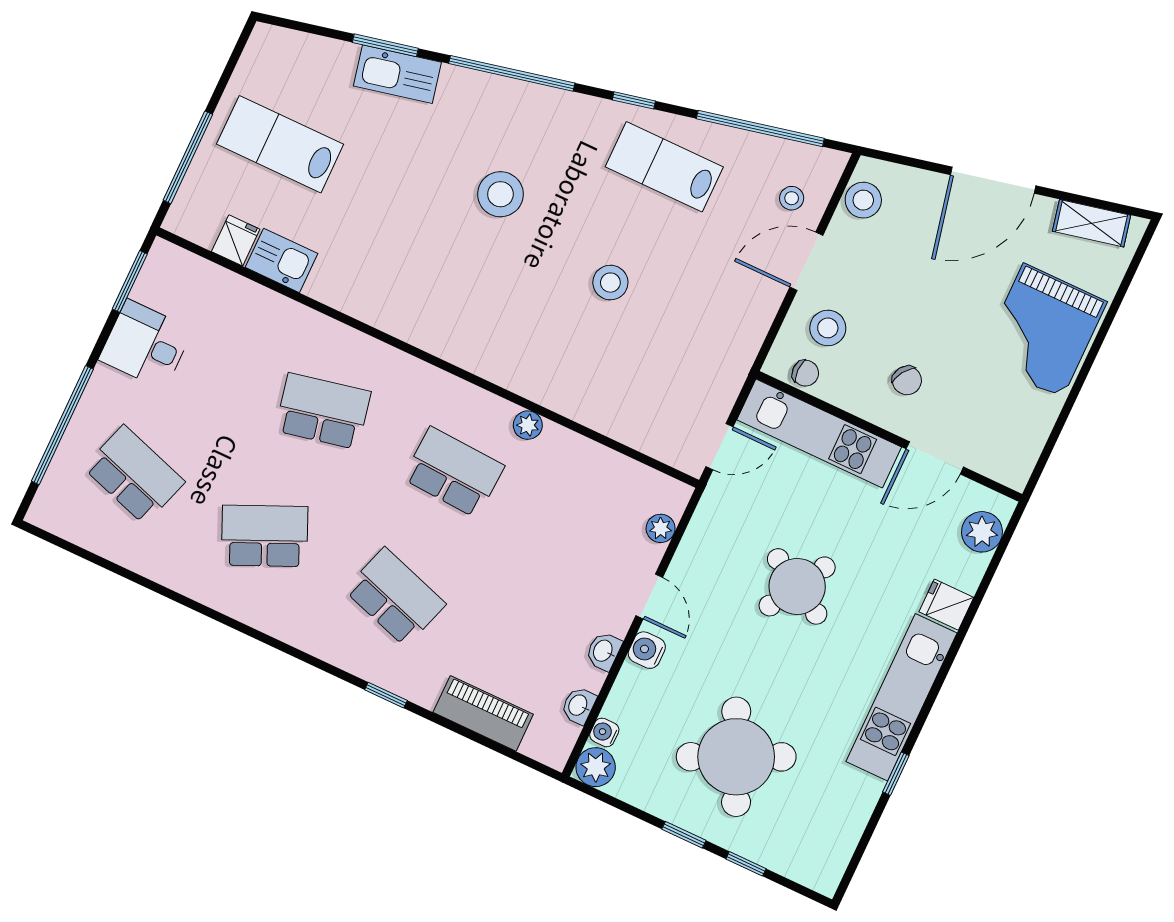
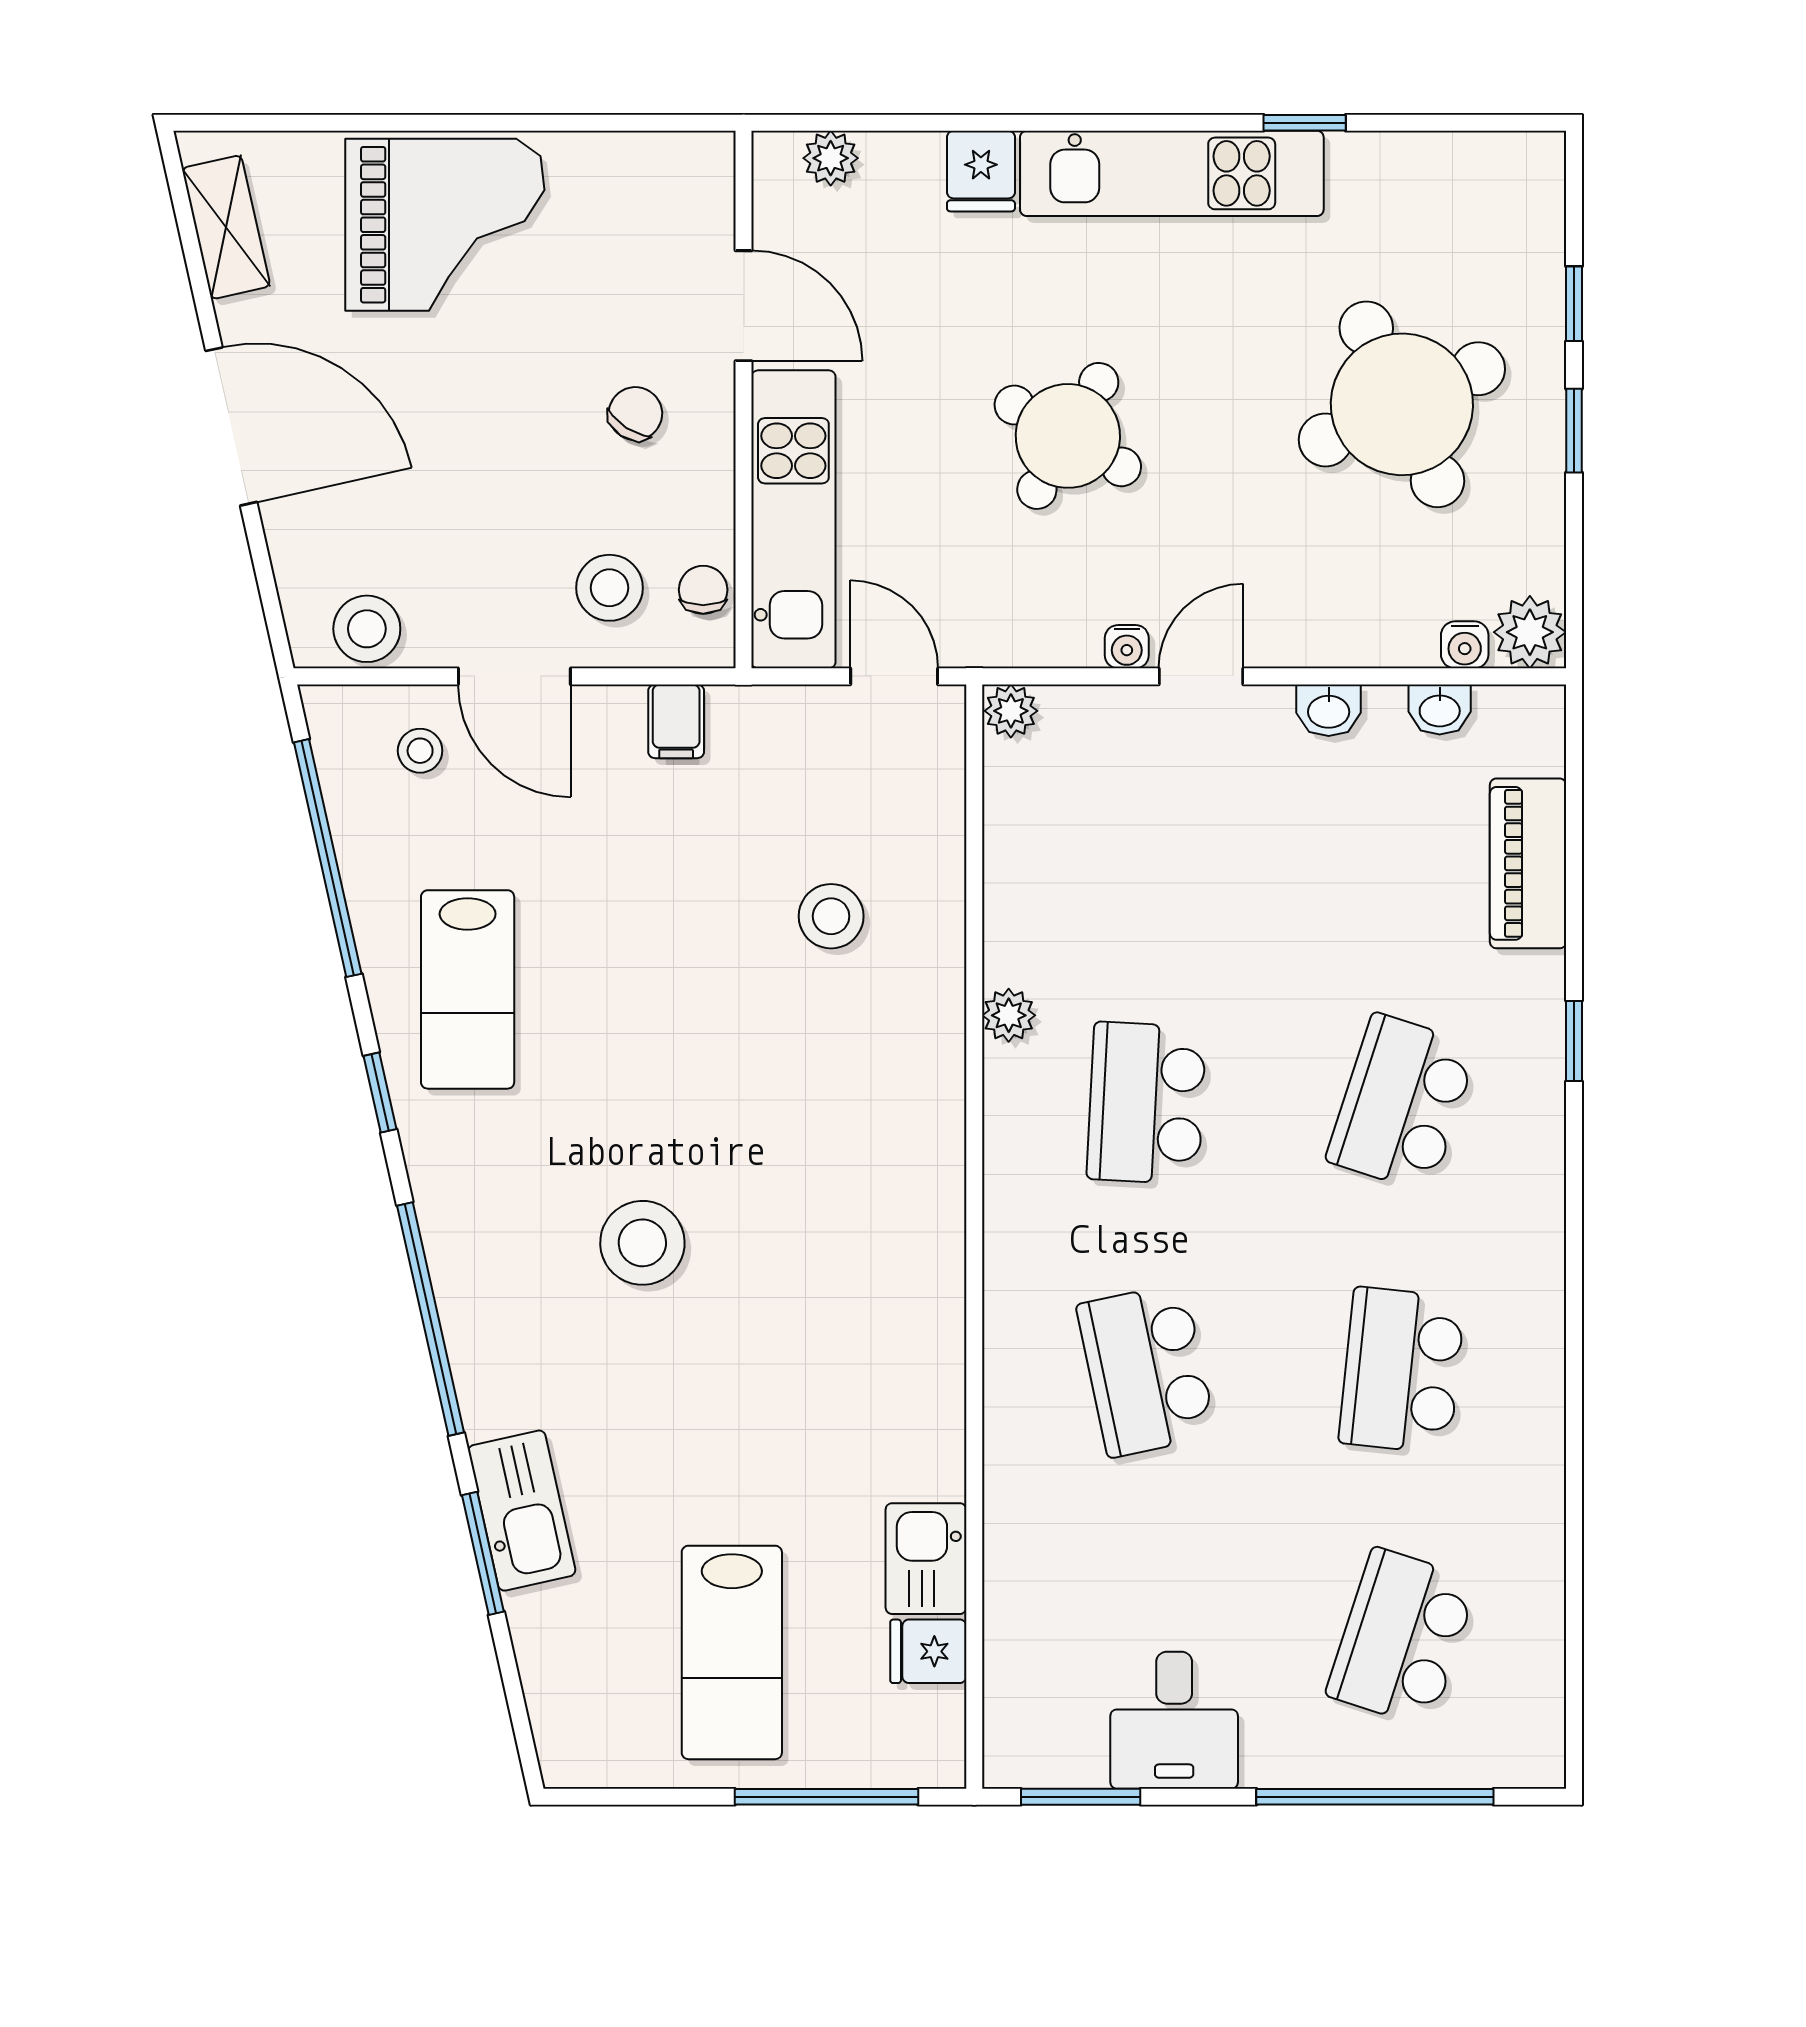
stool: (610, 283) -> (831, 916), moved
filing cabinet: (747, 330) -> (676, 721), added
plant: (661, 528) -> (1011, 711), moved
plant: (982, 532) -> (831, 158), width x0.73, depth x0.73
school desk: (265, 536) -> (1402, 1370), turned 30
water cooler: (647, 650) -> (1127, 647), moved, width x0.72, depth x0.72

